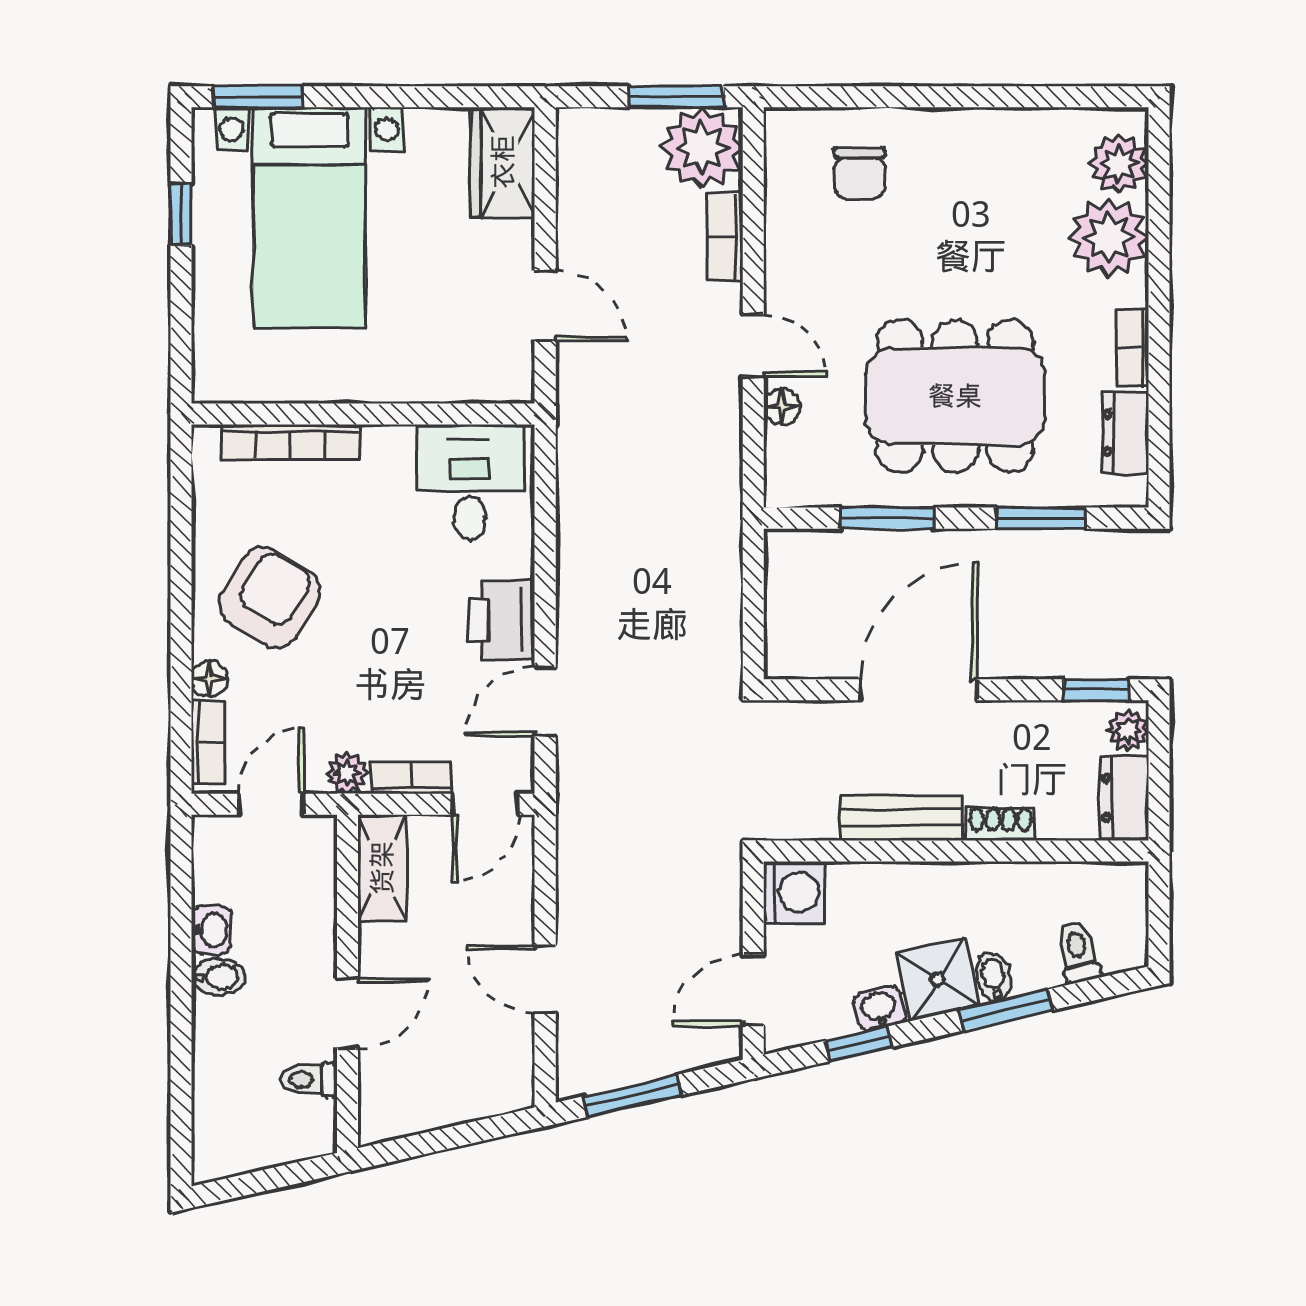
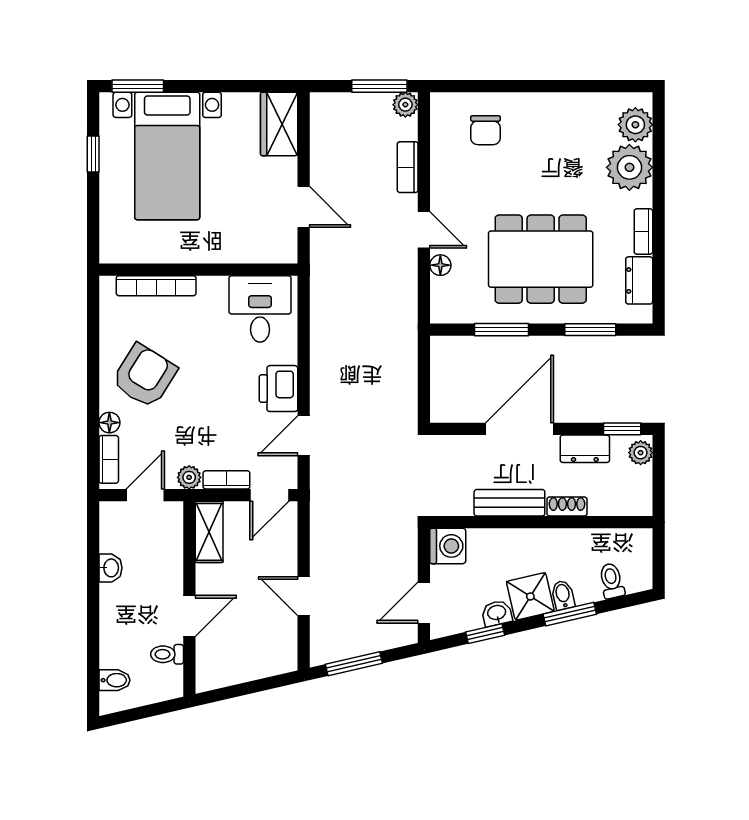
plant: (702, 148) -> (405, 105), width x0.53, depth x0.53
dresser: (1125, 798) -> (585, 449), moved, turned -90
bidet: (218, 977) -> (115, 680), moved

